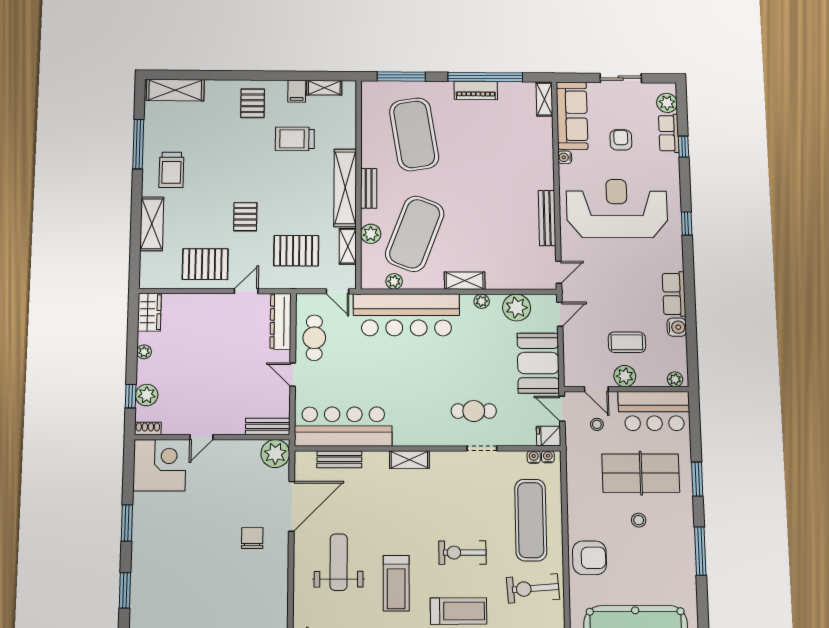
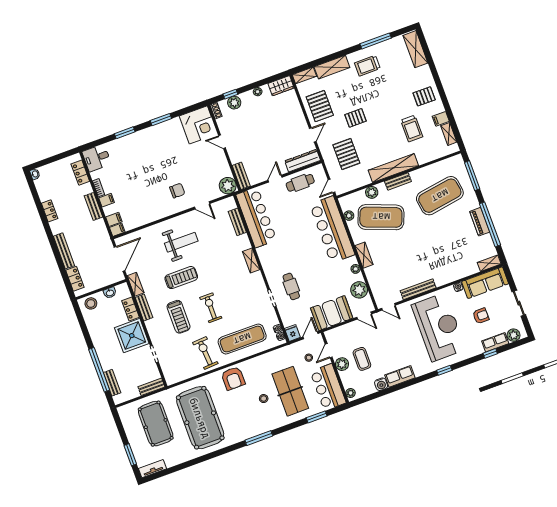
trolley: (295, 139) -> (412, 129), turned 180
shelving: (348, 246) -> (304, 75), moved
door: (246, 291) -> (313, 135), hinge flipped
window: (697, 479) -> (317, 417), moved
door: (291, 506) -> (202, 205), width x0.53
treadmill: (396, 583) -> (181, 278), turned 180

